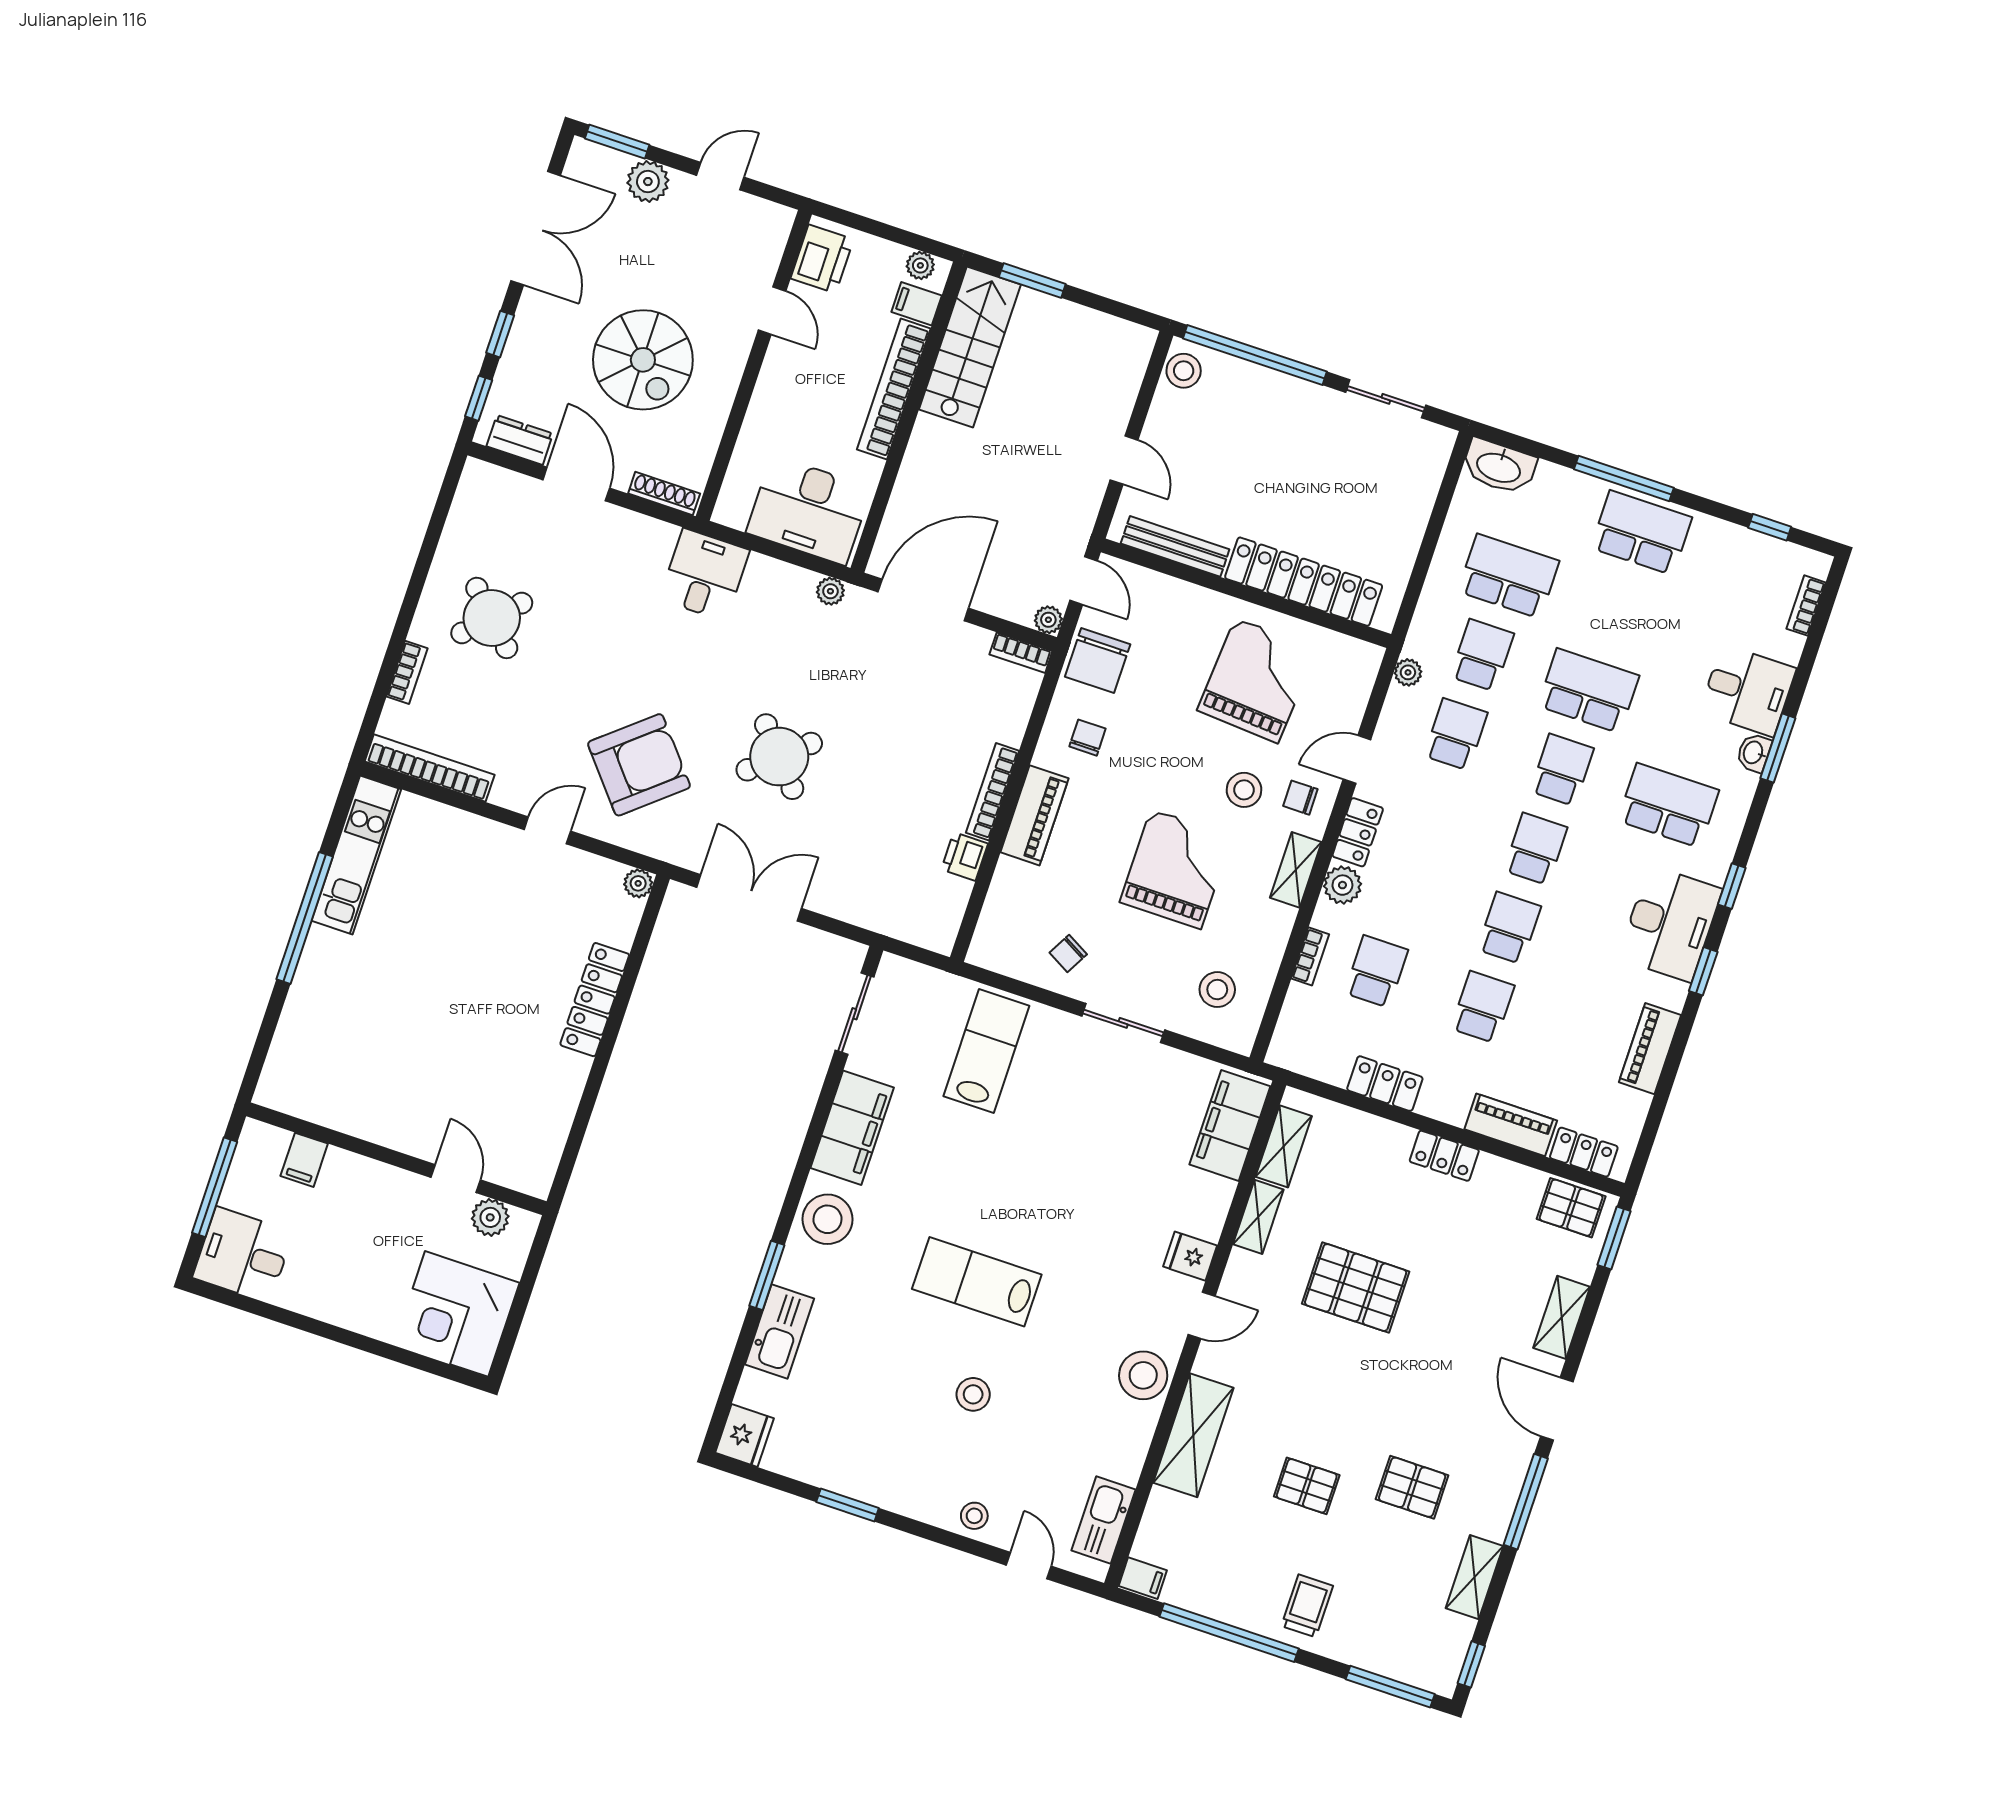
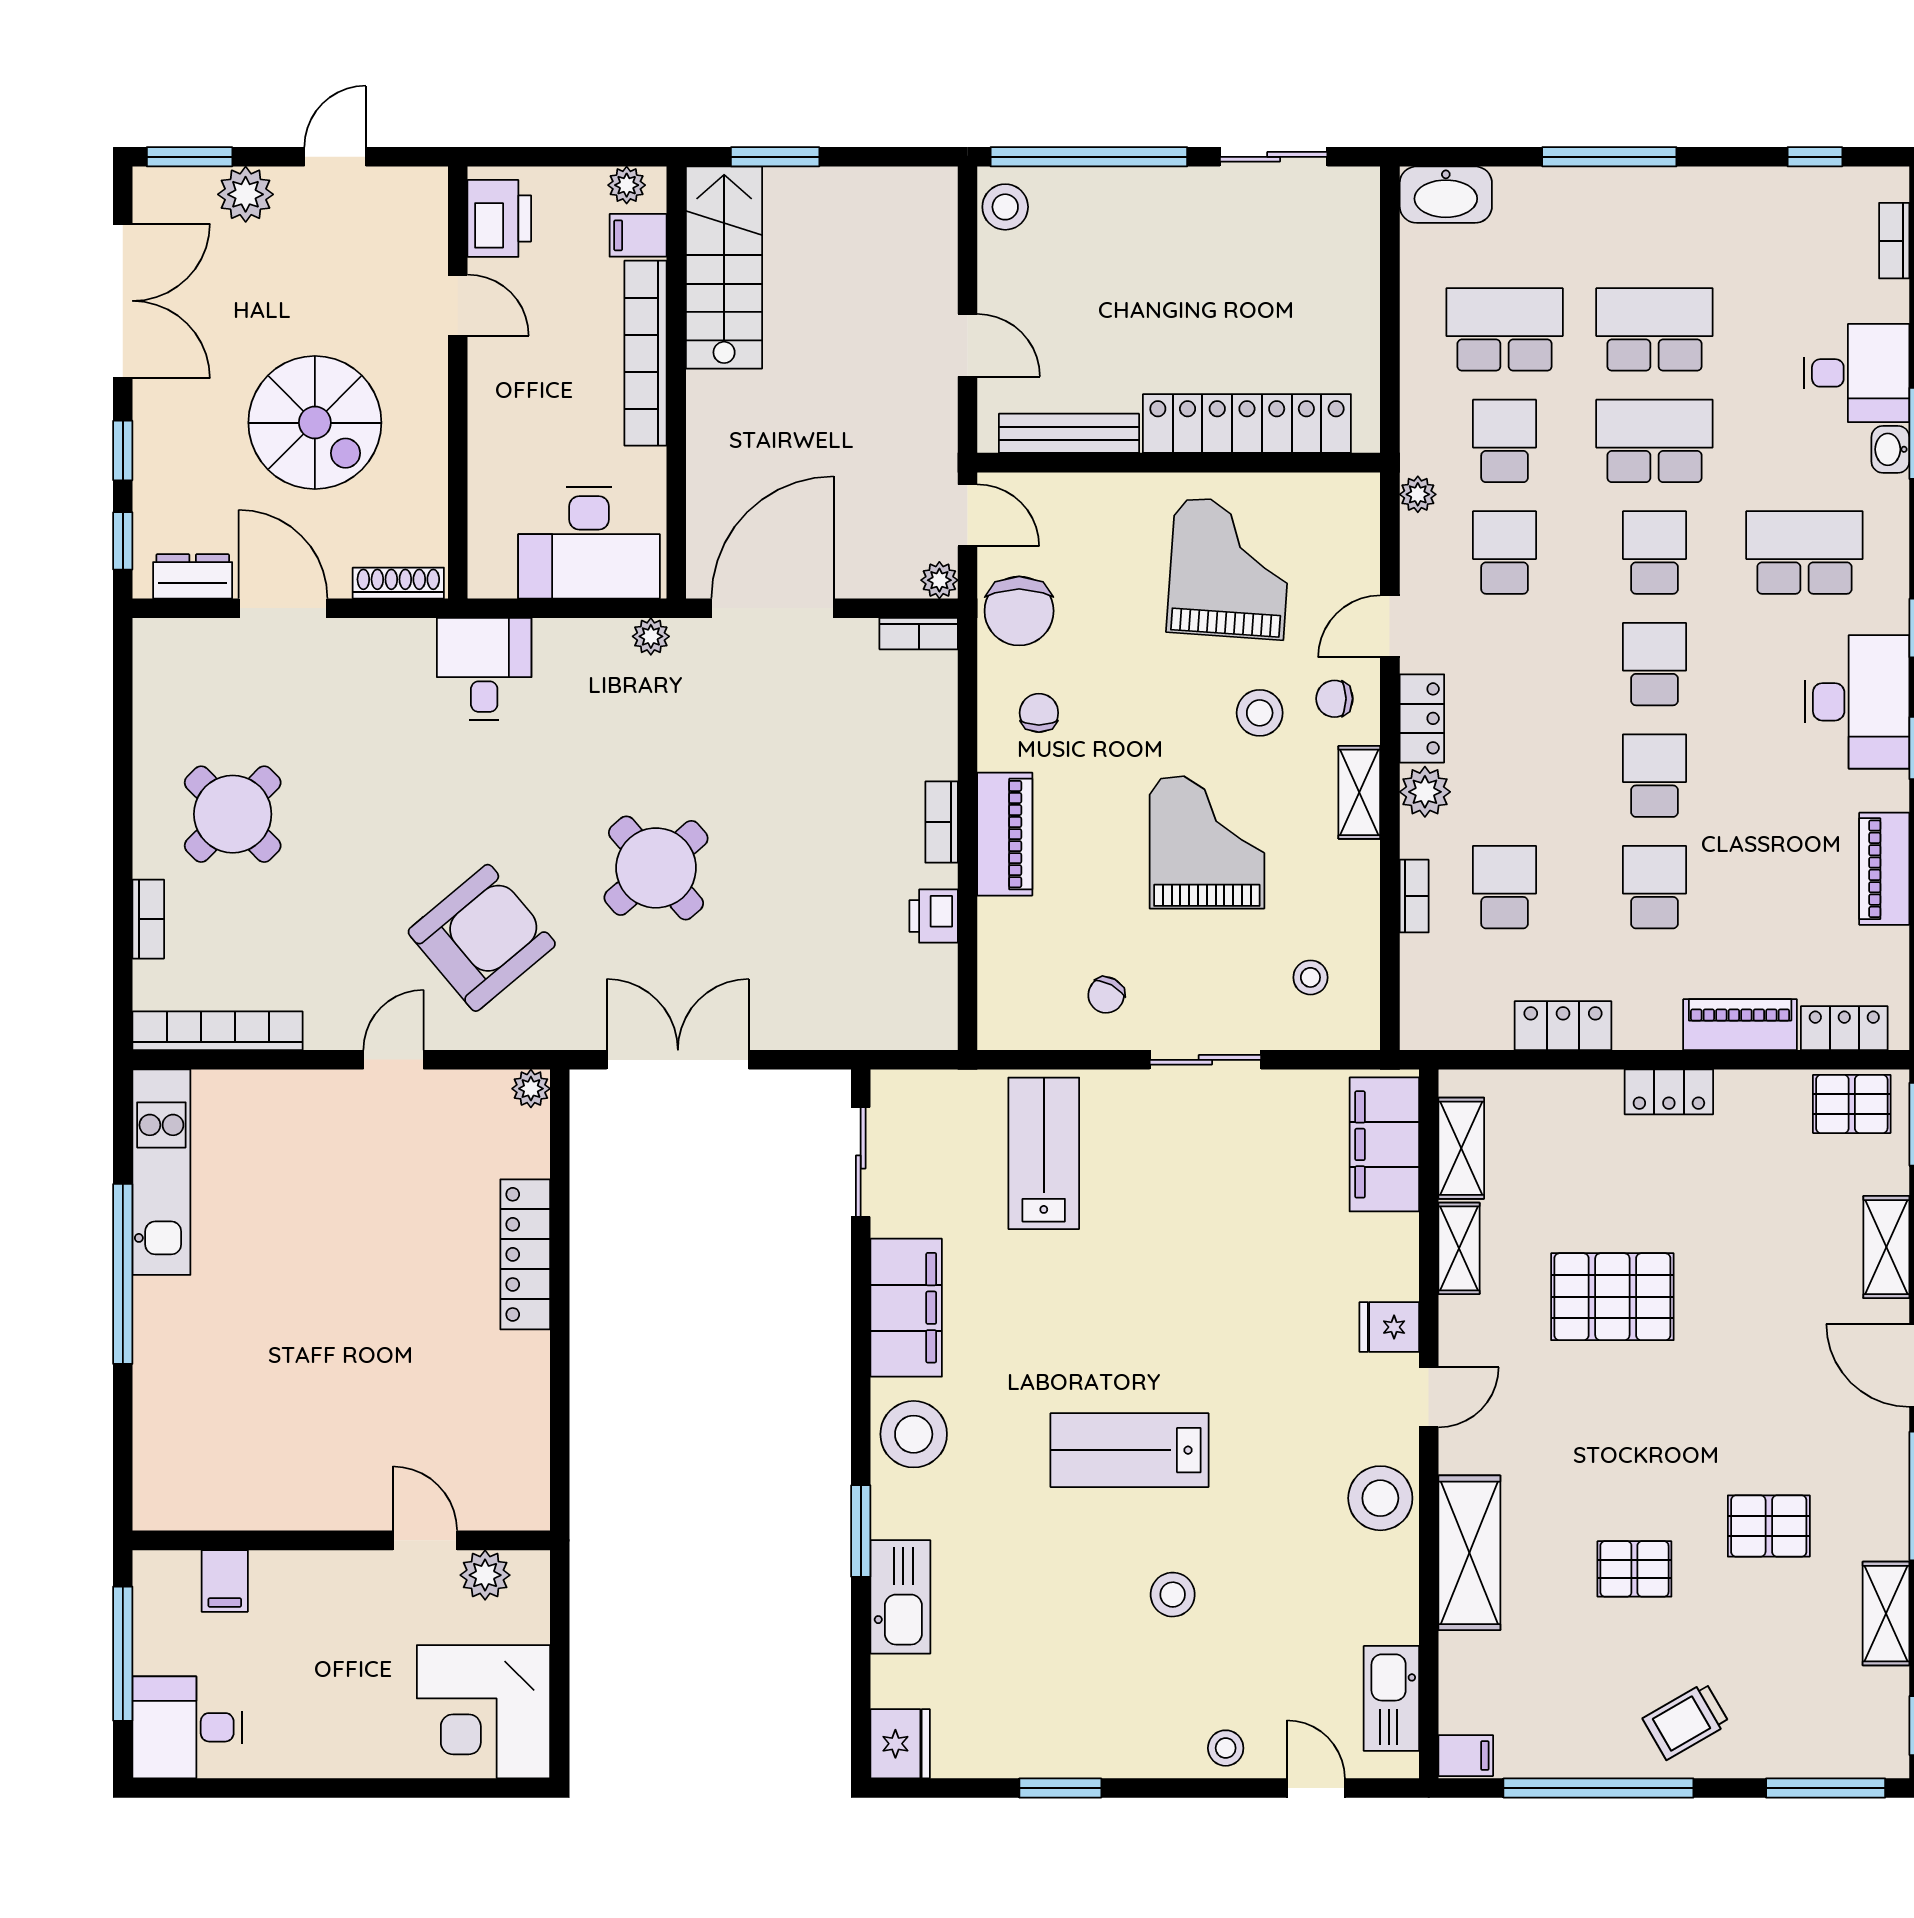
school desk: (1641, 533) -> (1654, 329), moved
bookcase: (993, 792) -> (942, 822), width x0.64
stool: (1217, 990) -> (1310, 977), width x0.73, depth x0.73
trolley: (1307, 1606) -> (1686, 1721), turned -120

